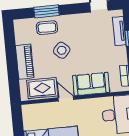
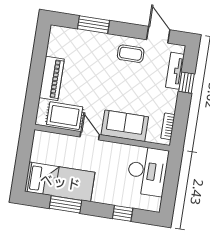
coffee table: (47, 28) -> (131, 54), moved
side table: (62, 50) -> (100, 76), removed

